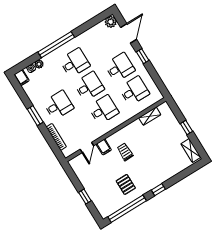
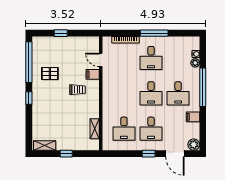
filing cabinet: (22, 78) -> (193, 117), moved
desk: (103, 110) -> (124, 93), removed
window: (35, 116) -> (154, 33), width x1.44

